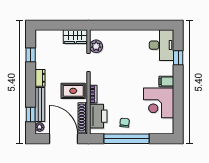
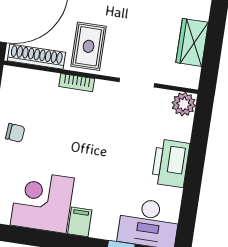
wardrobe: (75, 37) -> (192, 42), moved
plant: (96, 46) -> (184, 104), moved
printer: (98, 116) -> (171, 163), moved, turned 90

